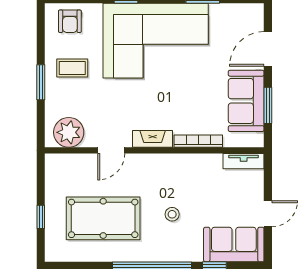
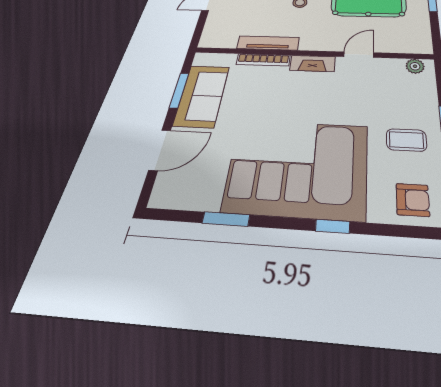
armchair: (70, 21) -> (413, 200), turned 90
plant: (69, 132) -> (415, 66), width x0.53, depth x0.53
tv unit: (244, 161) -> (268, 43), moved, width x1.41

